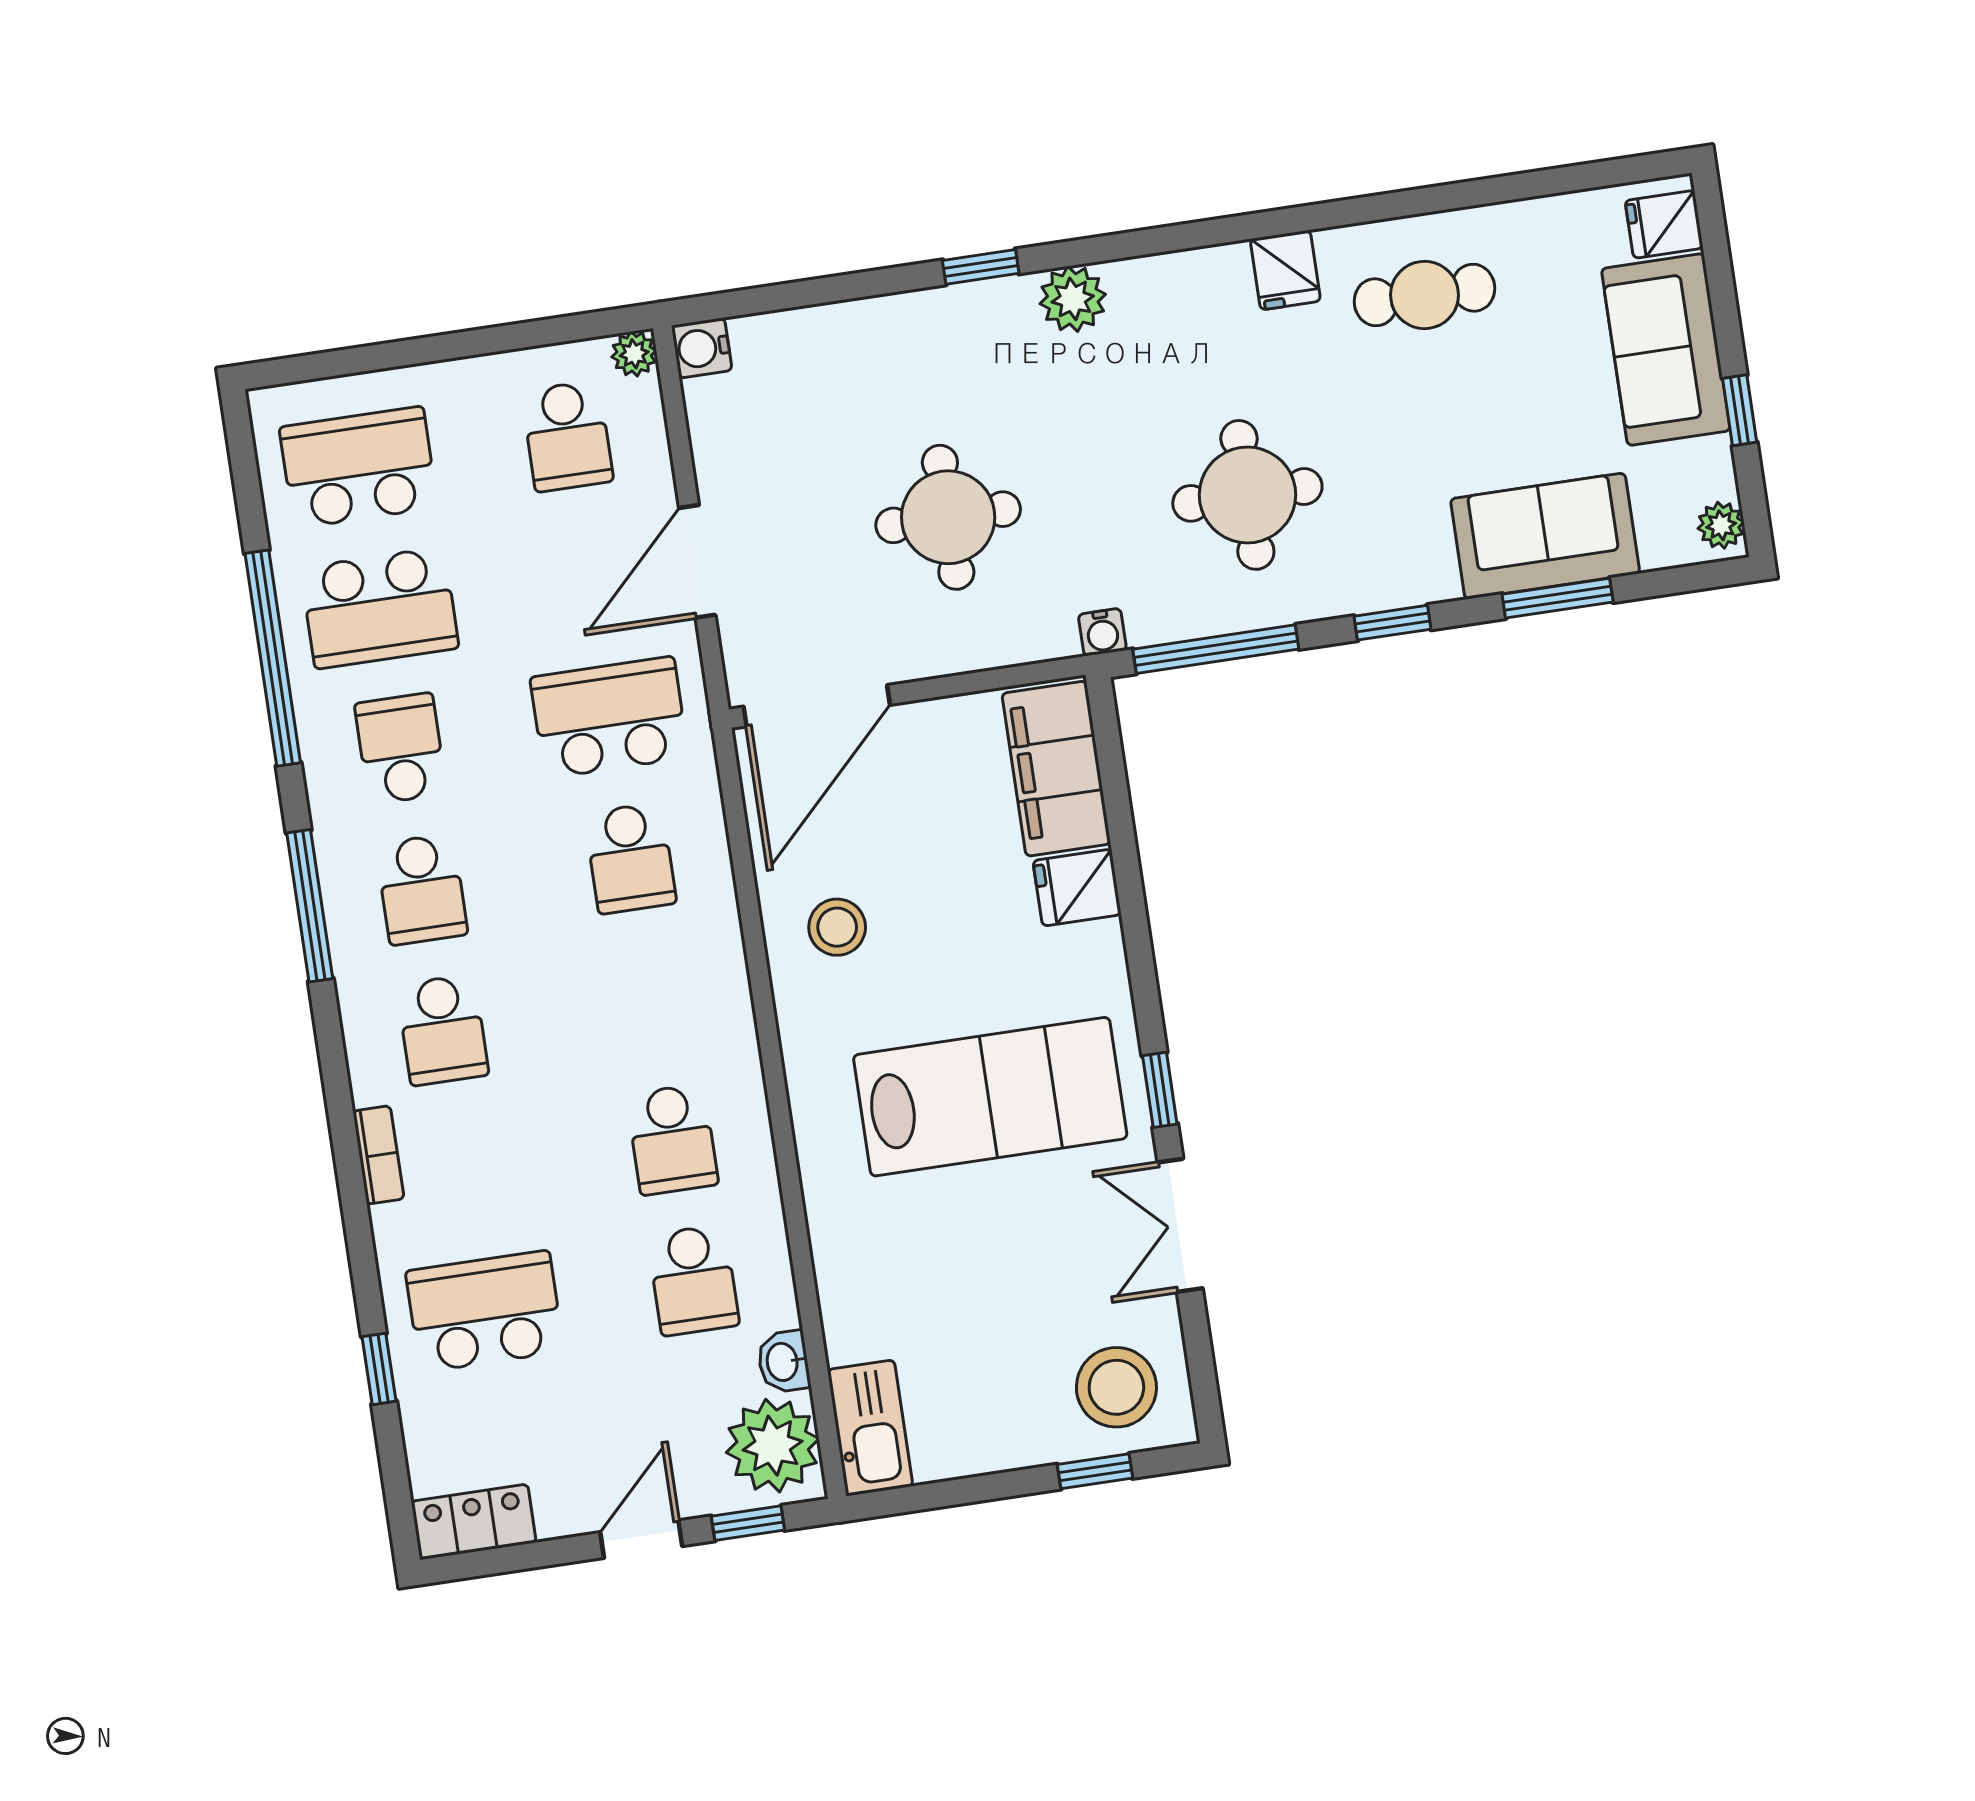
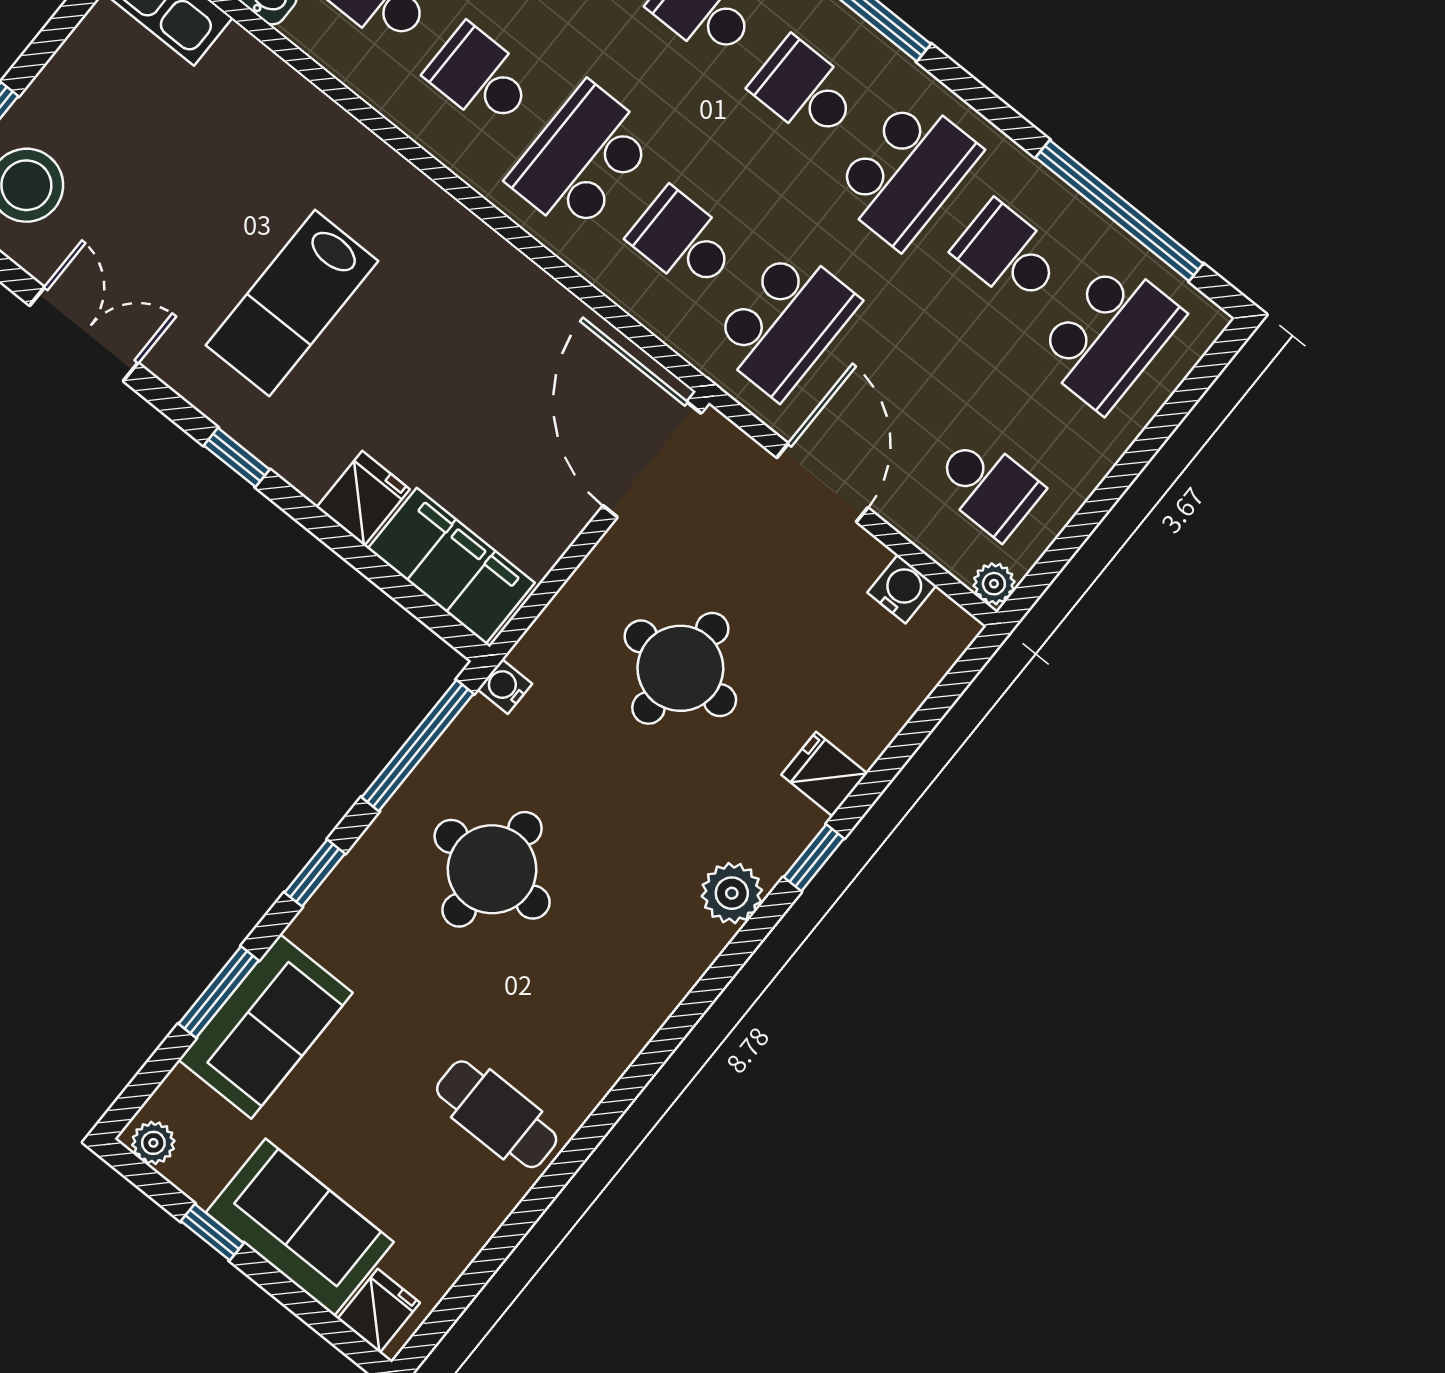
fridge: (1285, 270) -> (824, 774), moved
cafe table: (1425, 295) -> (497, 1114), turned 90
water cooler: (702, 348) -> (902, 589), moved
school desk: (567, 436) -> (988, 487), turned 180
school desk: (380, 608) -> (1008, 254), width x0.54
window: (273, 658) -> (1119, 211), moved
school desk: (401, 749) -> (906, 172), width x1.85
stool: (837, 927) -> (501, 323), removed
school desk: (651, 999) -> (582, 159), added
window: (1160, 1090) -> (237, 457), moved
lab bench: (990, 1097) -> (292, 303), width x0.73, depth x0.72

